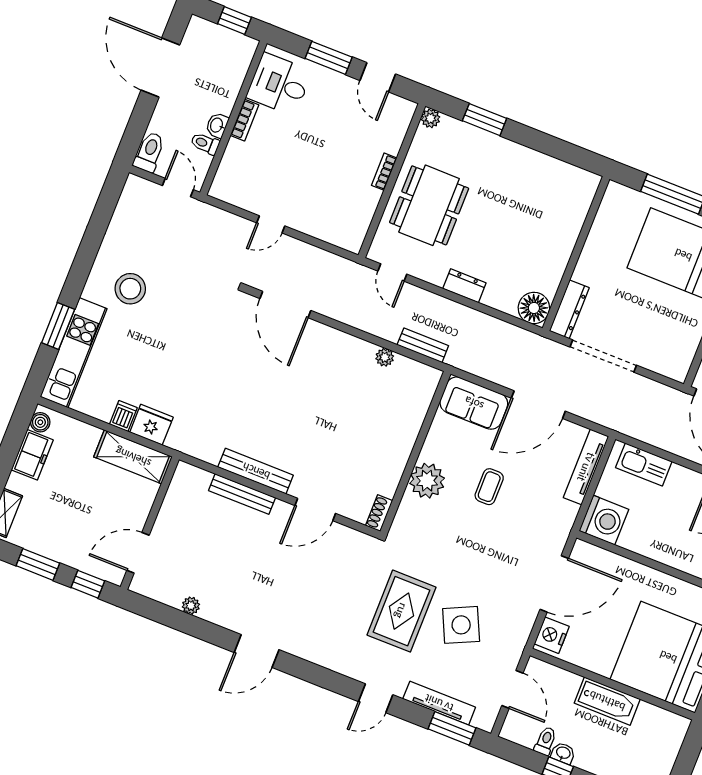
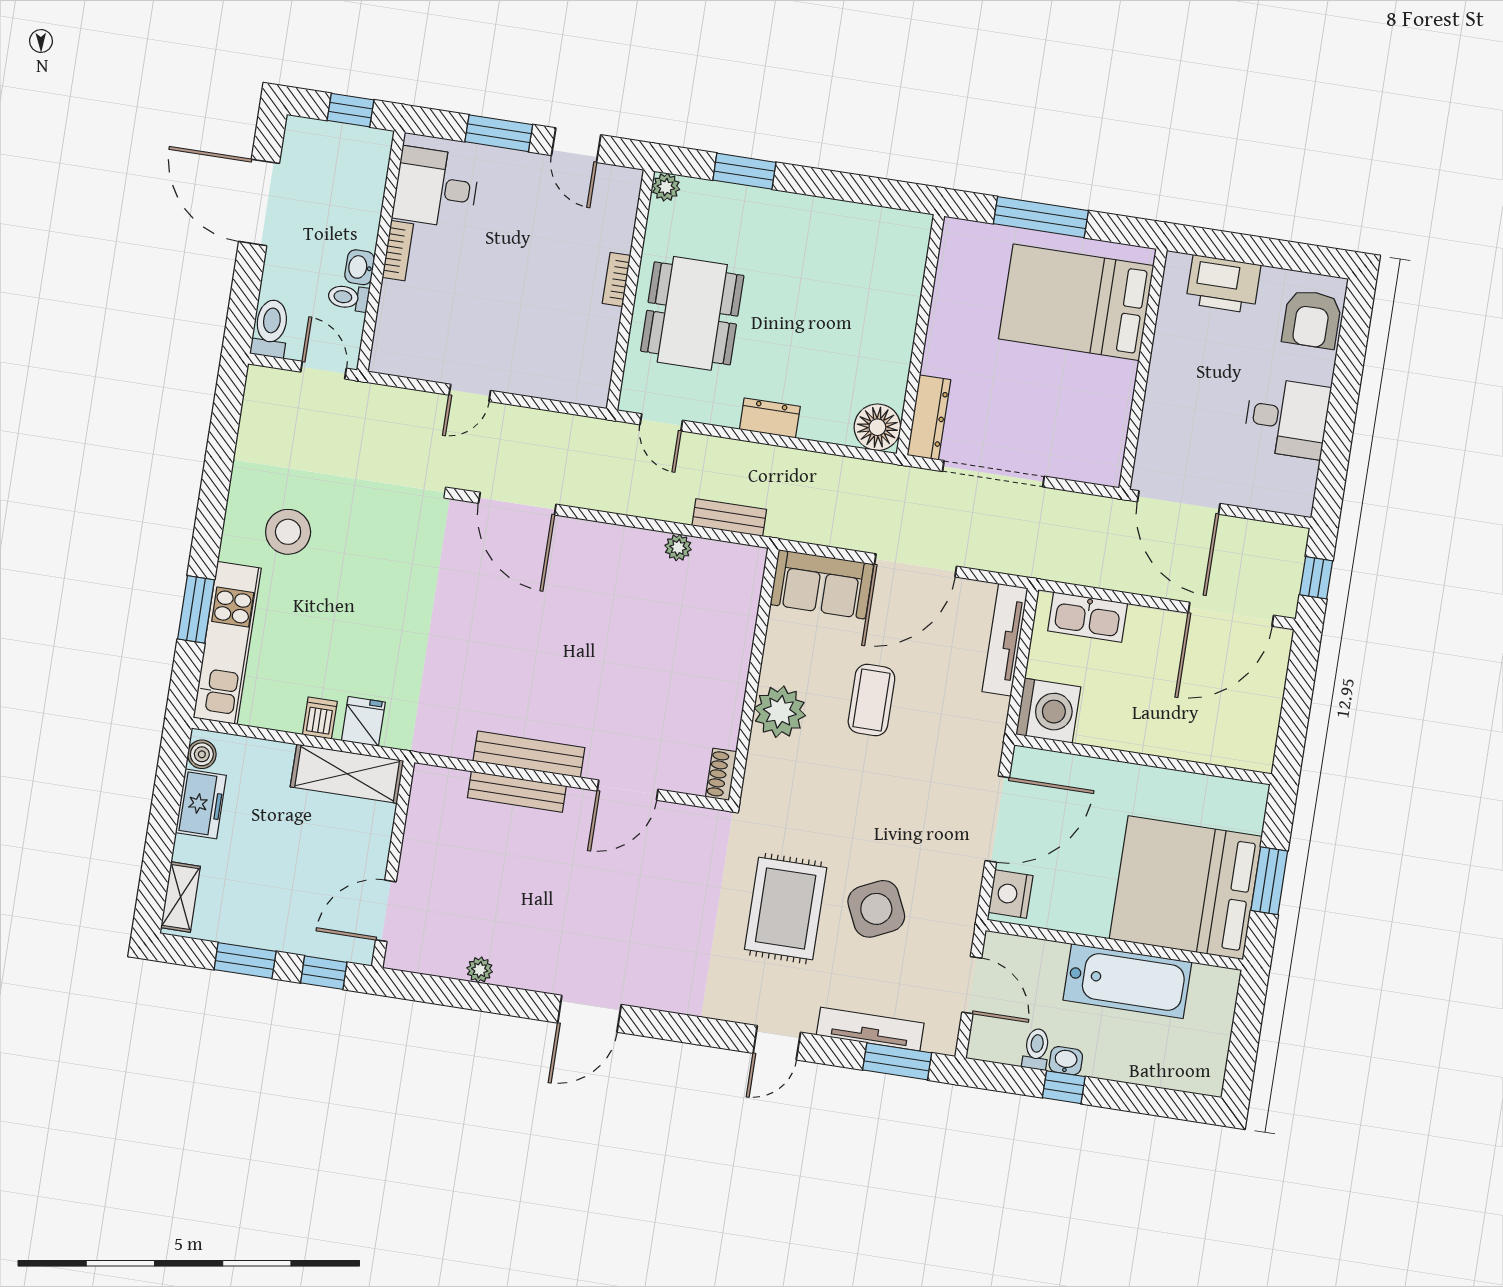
fridge: (151, 425) -> (363, 721), width x0.72
coffee table: (489, 487) -> (871, 700), width x1.36, depth x1.30
bathtub: (607, 701) -> (1127, 981), width x1.36, depth x1.36

